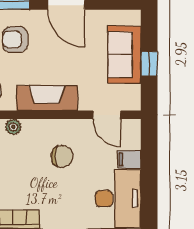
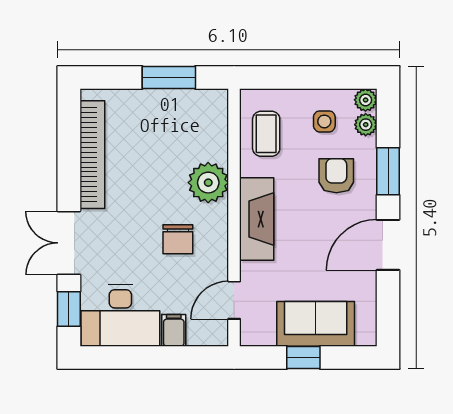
plant: (13, 127) -> (208, 183), width x1.88, depth x1.88

